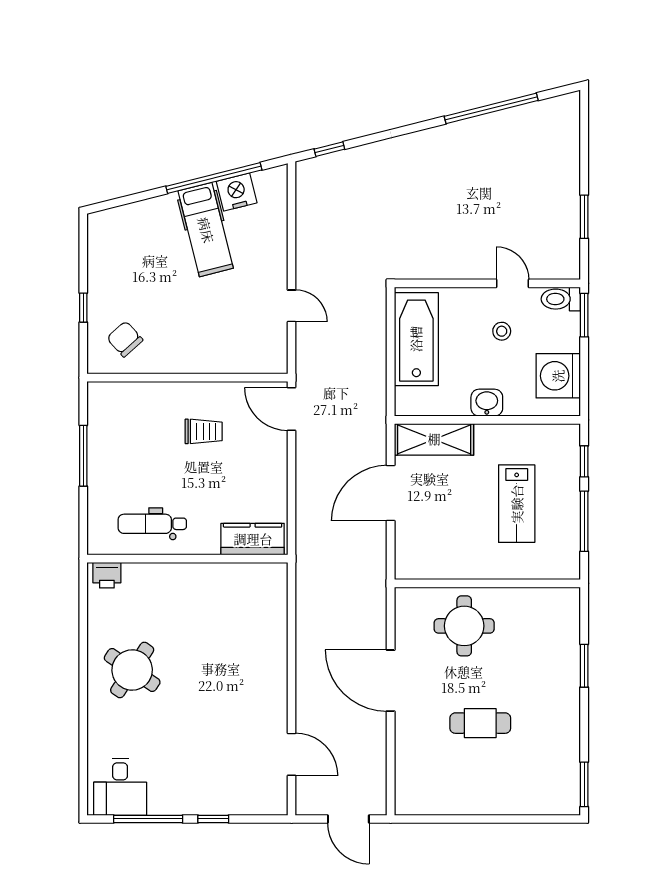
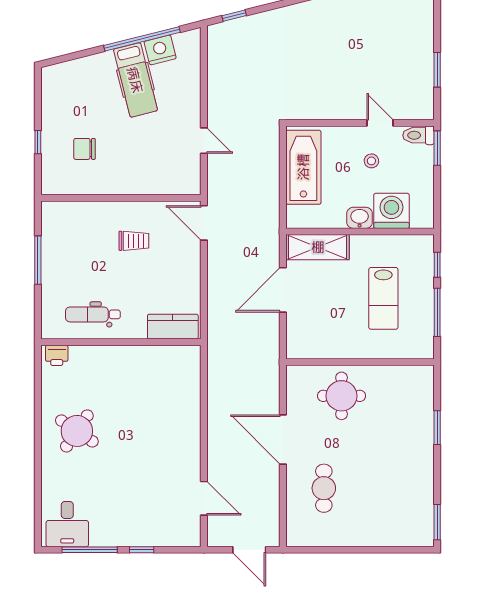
chair: (125, 339) -> (84, 149), moved, turned -48
washing machine: (558, 376) -> (391, 211), moved, turned 90
cafe table: (480, 723) -> (324, 488), moved, turned 90

